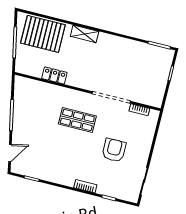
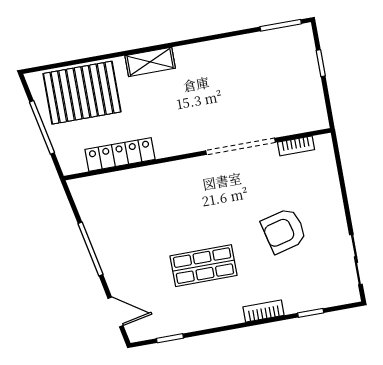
locker: (54, 76) -> (120, 154), width x1.53
shop shelf: (77, 120) -> (203, 266), moved
armchair: (114, 150) -> (284, 231), turned -104
door: (10, 153) -> (116, 312), hinge flipped

